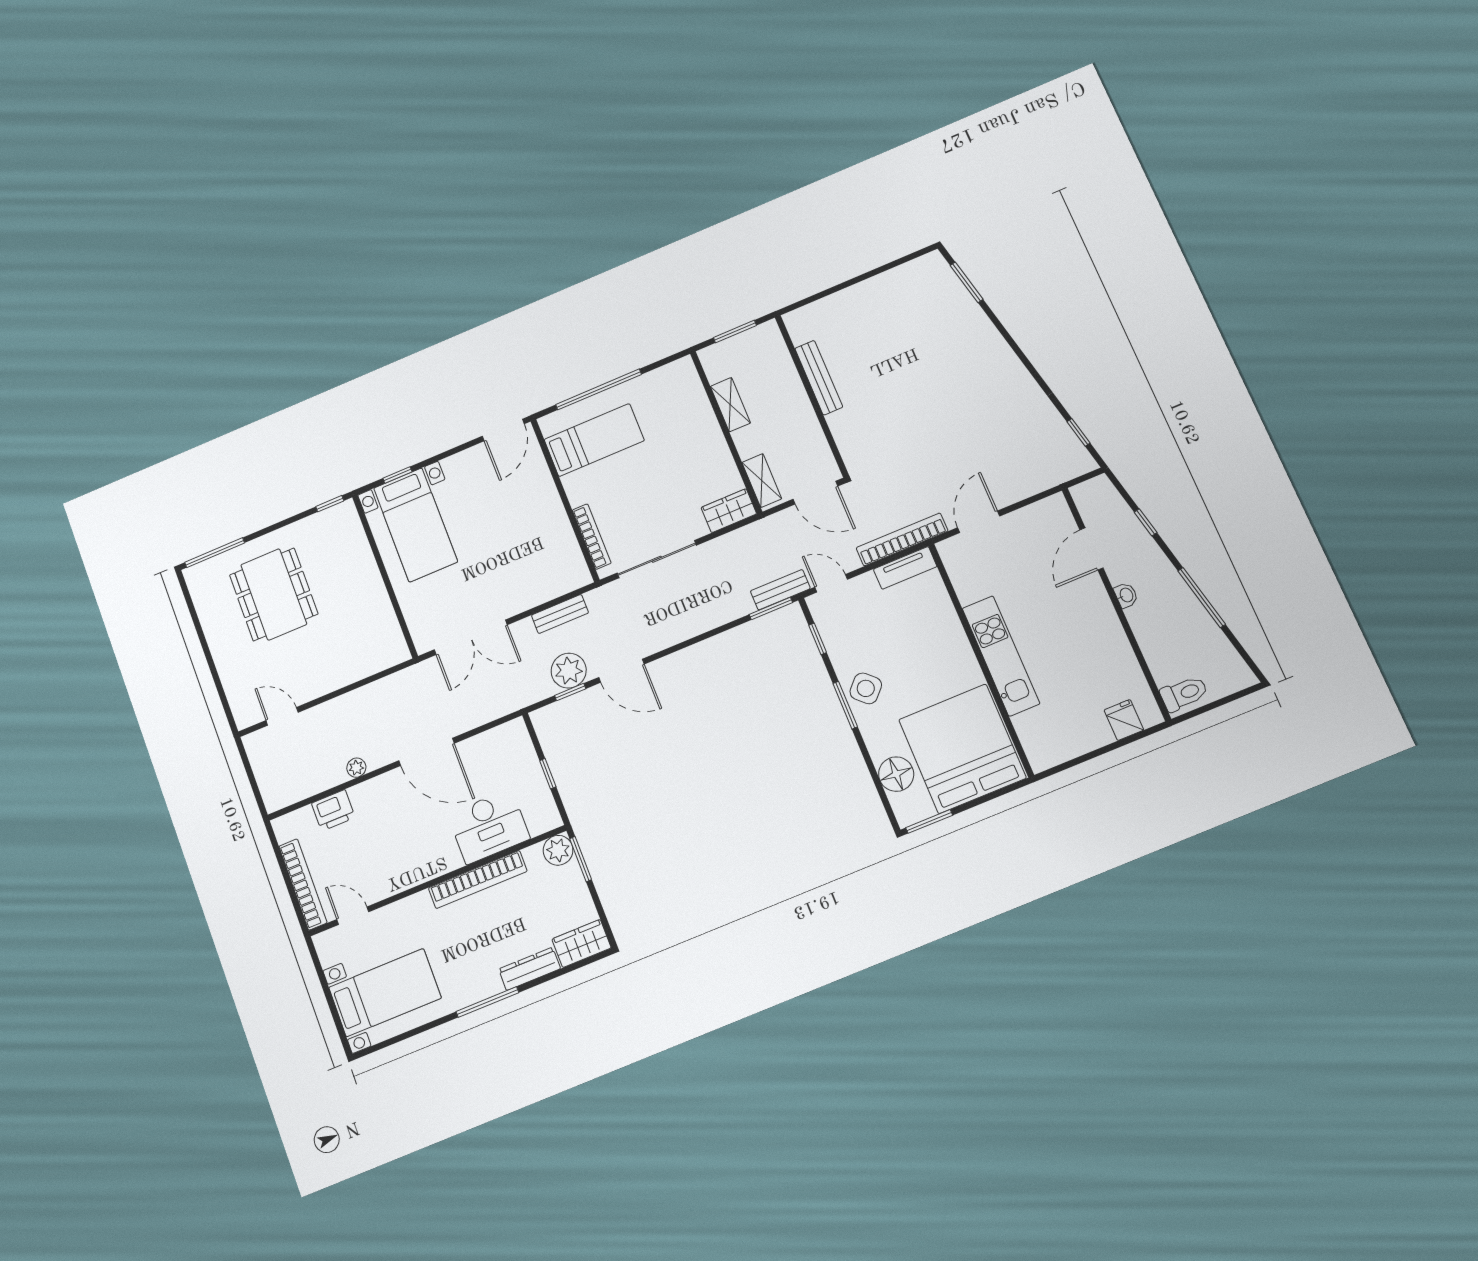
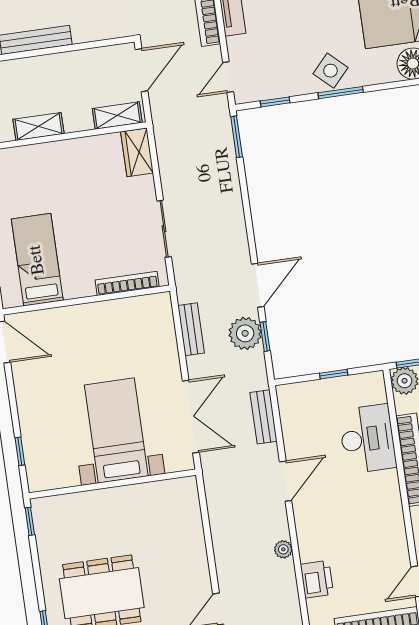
bed with nightstands: (416, 525) -> (116, 430), moved, turned -90
sliding door: (657, 559) -> (164, 229), width x0.73
bench: (780, 590) -> (264, 417), moved
door: (426, 752) -> (286, 481), width x0.73

